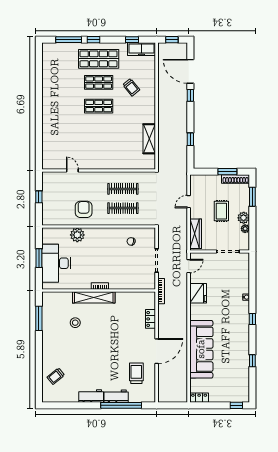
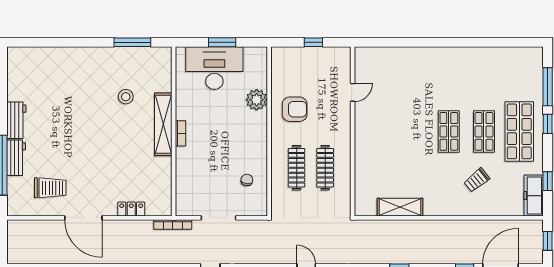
trolley: (56, 376) -> (46, 68), removed

